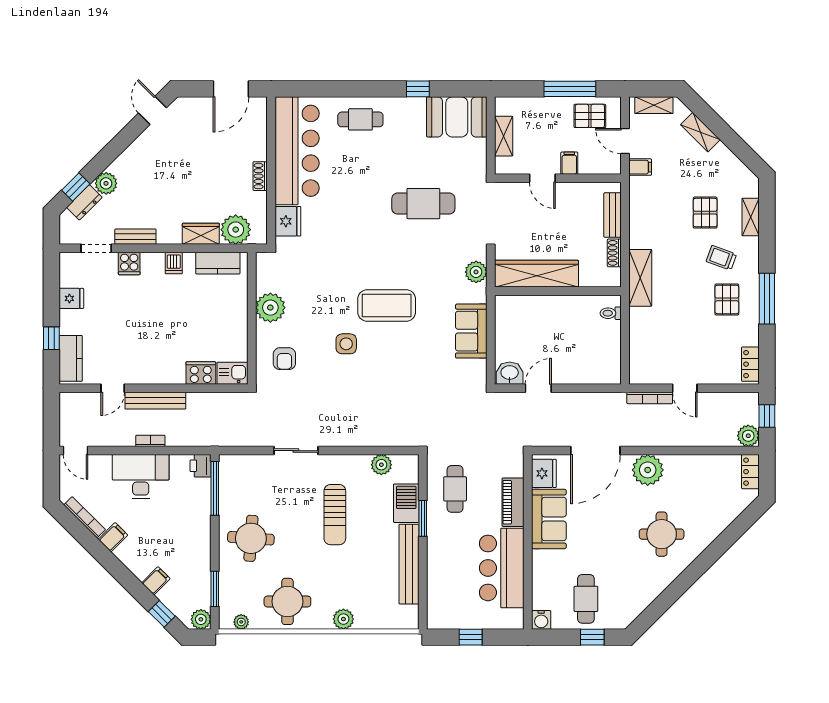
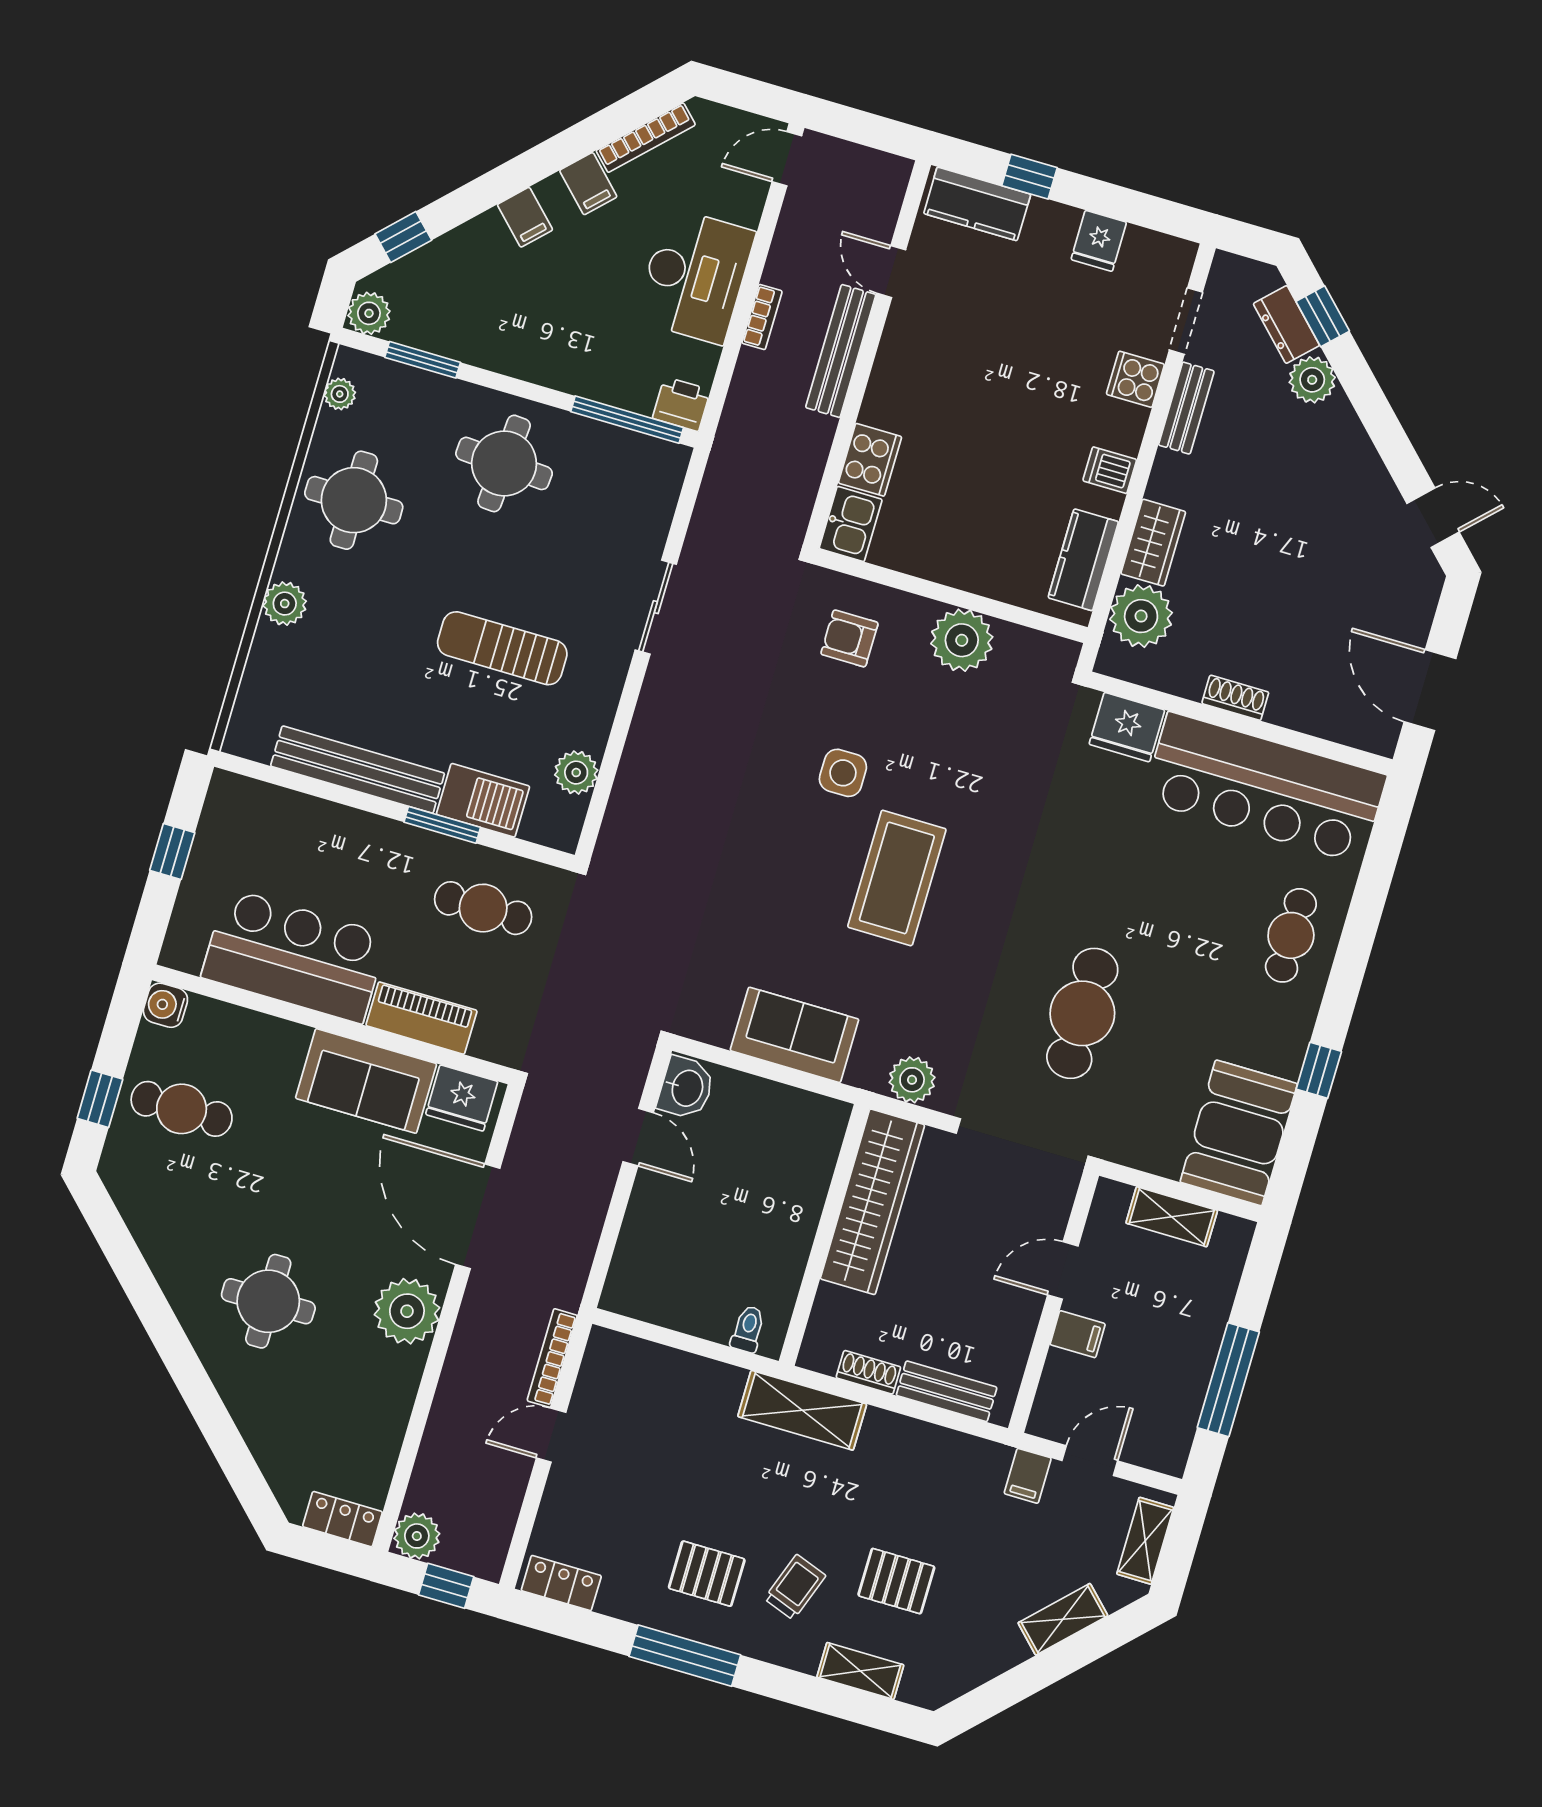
pallet: (590, 116) -> (1162, 1404), removed
filing cabinet: (156, 581) -> (525, 217), moved

